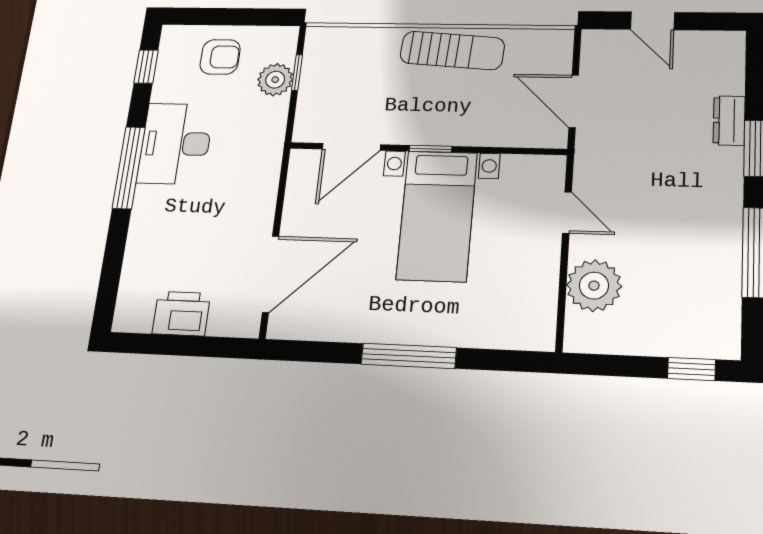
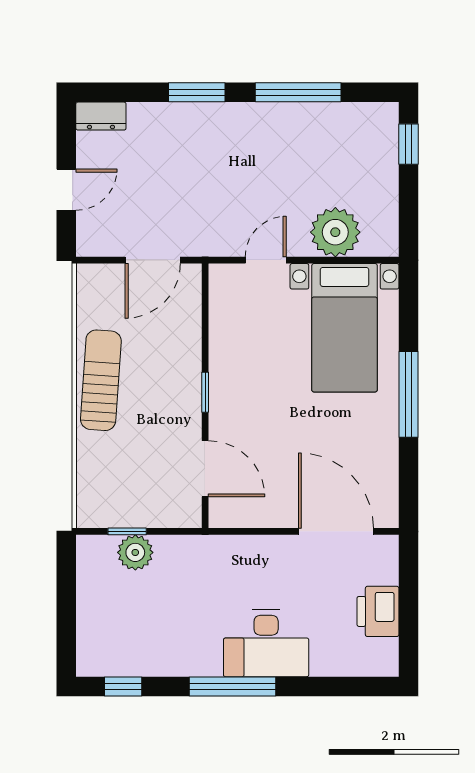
armchair: (220, 57) -> (111, 612), removed
dresser: (729, 120) -> (101, 116), moved
desk: (175, 144) -> (266, 643), moved
bed with nightstands: (437, 216) -> (345, 328), moved, turned 90

